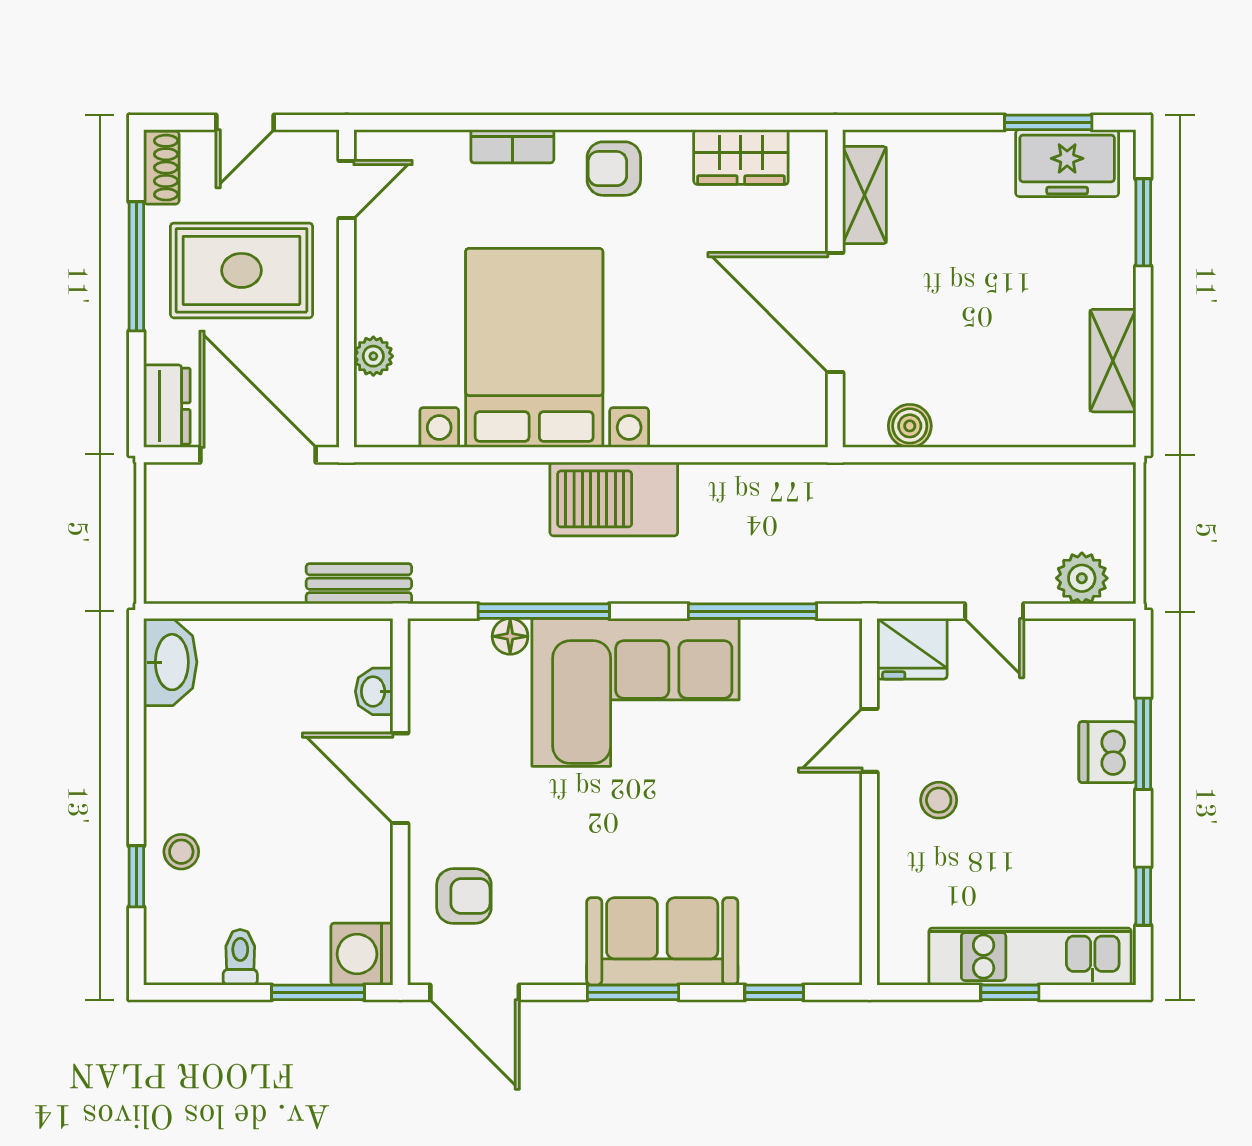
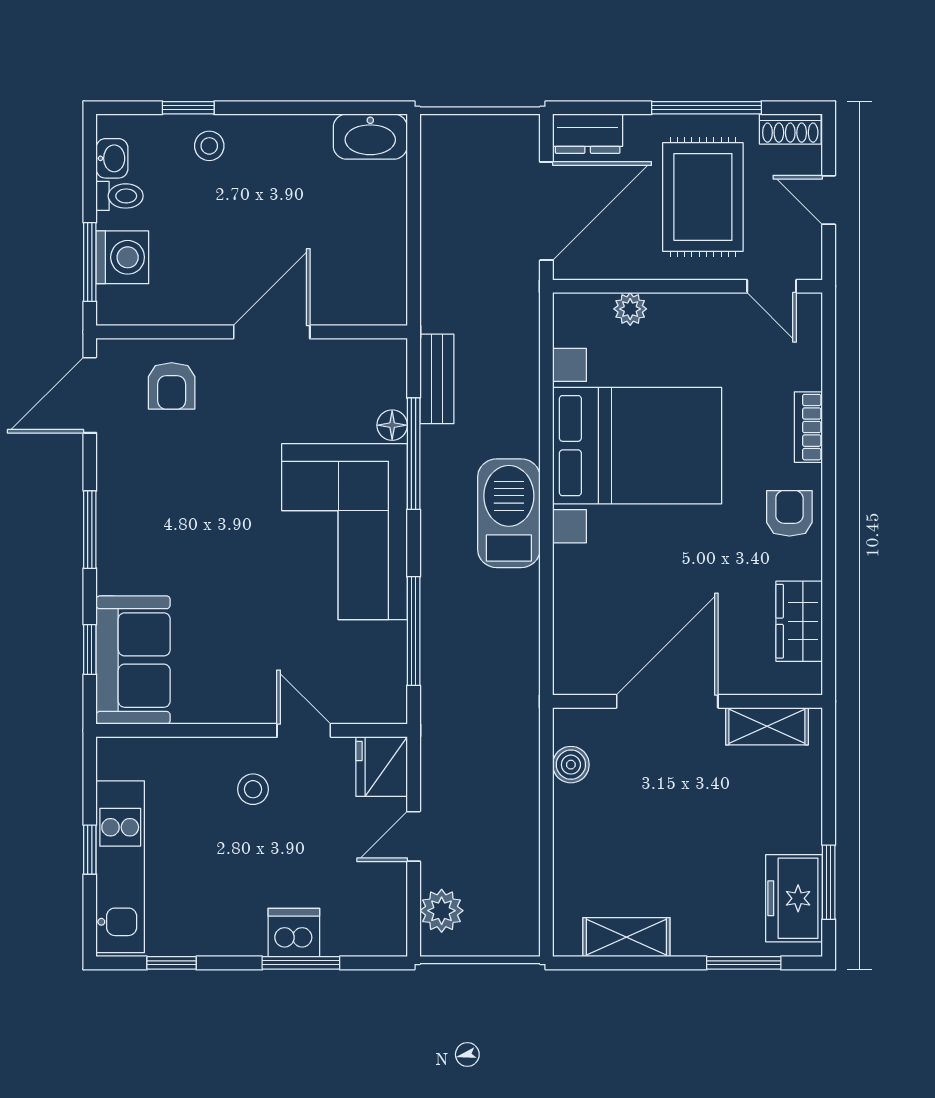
bench: (359, 584) -> (437, 379), moved
washbasin: (374, 691) -> (112, 158), moved, turned 90
sofa: (662, 941) -> (133, 660), moved
washing machine: (362, 954) -> (122, 257), moved, turned 90

